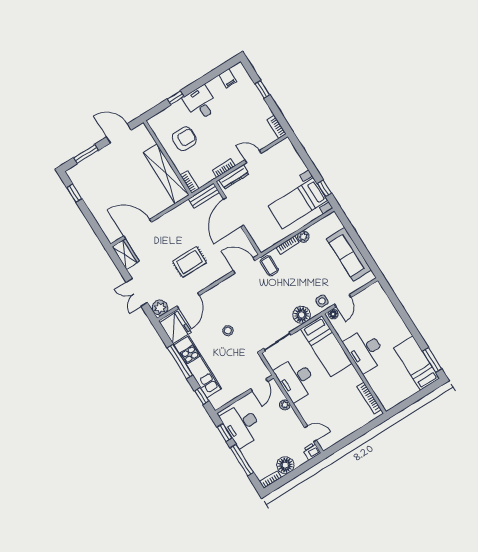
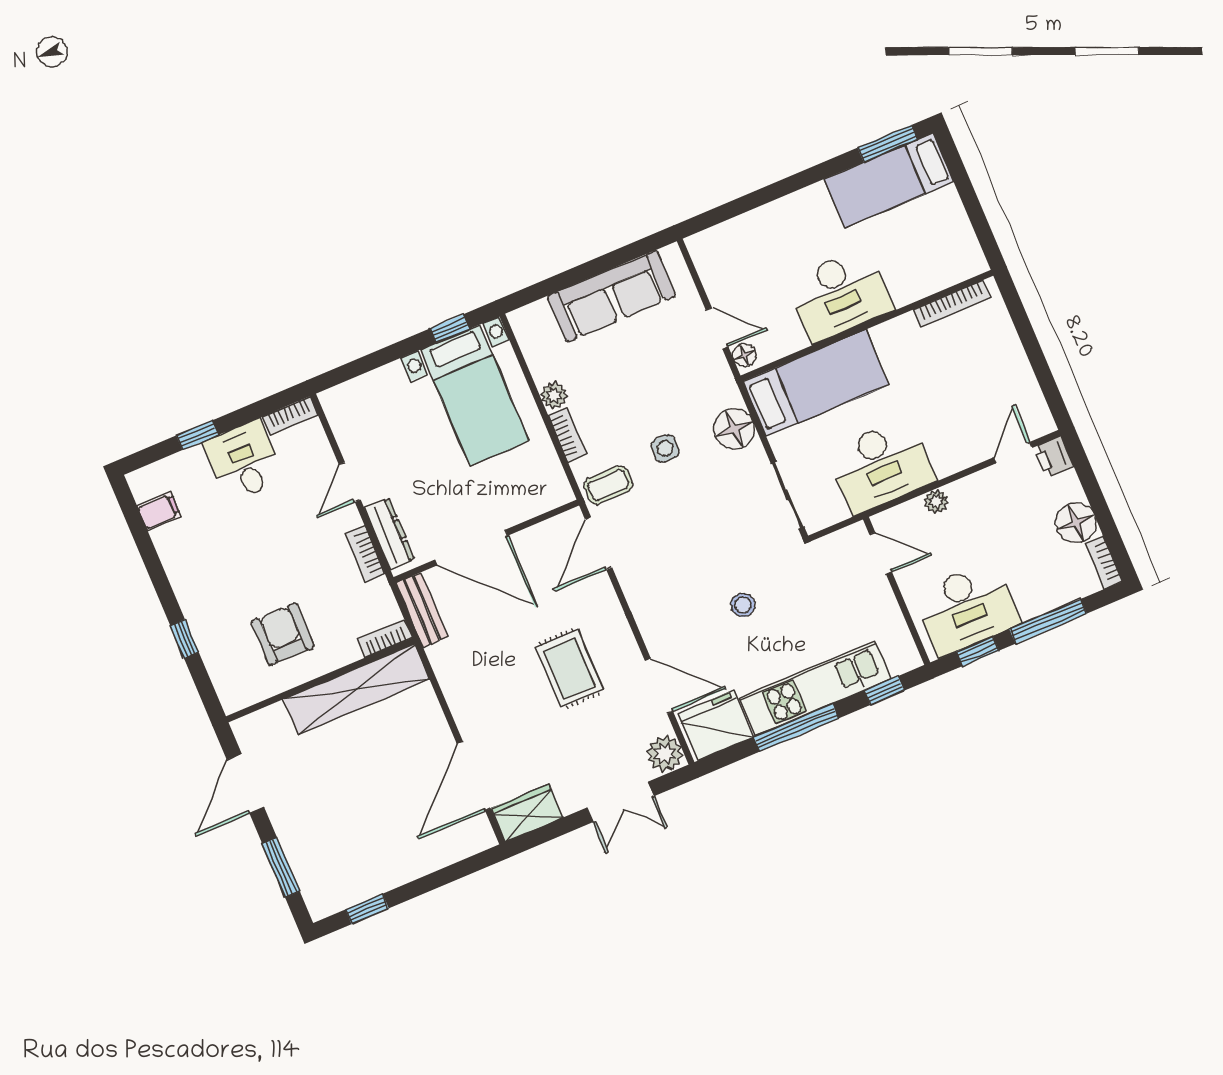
desk: (201, 103) -> (244, 461), moved, turned 90
side table: (322, 301) -> (665, 448), moved

